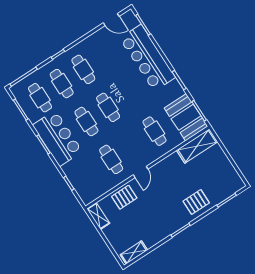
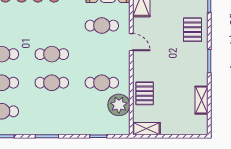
bar counter: (58, 138) -> (50, 120), removed
door: (141, 172) -> (131, 42), moved
plant: (103, 183) -> (119, 105), added
shelving: (134, 252) -> (201, 100), moved

